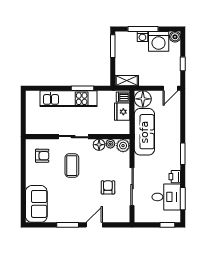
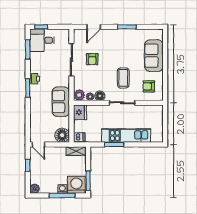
washing machine: (159, 41) -> (76, 185), moved
door: (170, 88) -> (38, 144), swing flipped
fridge: (122, 112) -> (80, 112), moved
sofa: (144, 132) -> (61, 102), width x0.73
printer: (175, 177) -> (35, 79), moved
desk: (166, 197) -> (42, 40), moved
sofa: (36, 204) -> (154, 56), moved
door: (94, 225) -> (94, 27), moved

